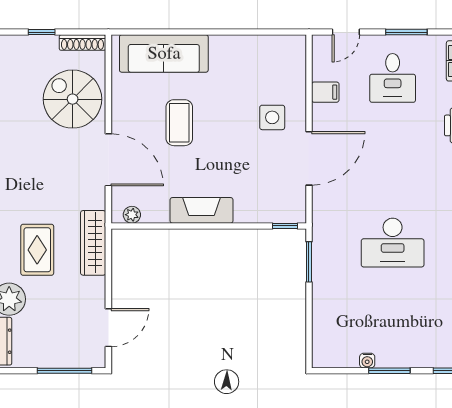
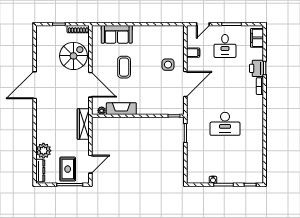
sofa: (164, 54) -> (117, 34), width x0.73
spiral stairs: (73, 99) -> (73, 56), turned 90
fireplace: (201, 210) -> (121, 109), moved
rug: (37, 250) -> (68, 169), moved

